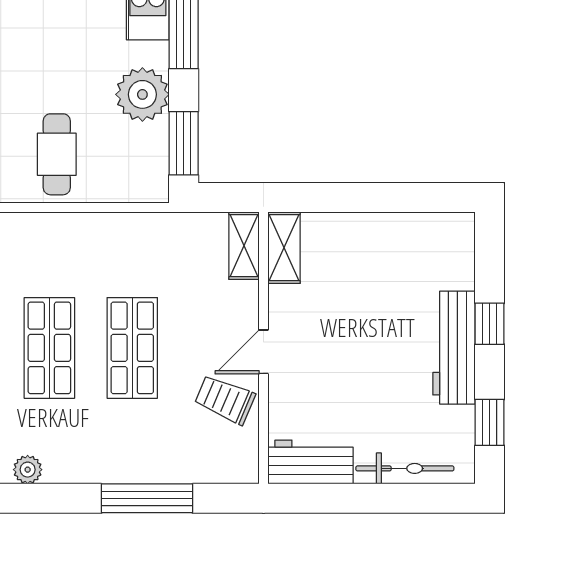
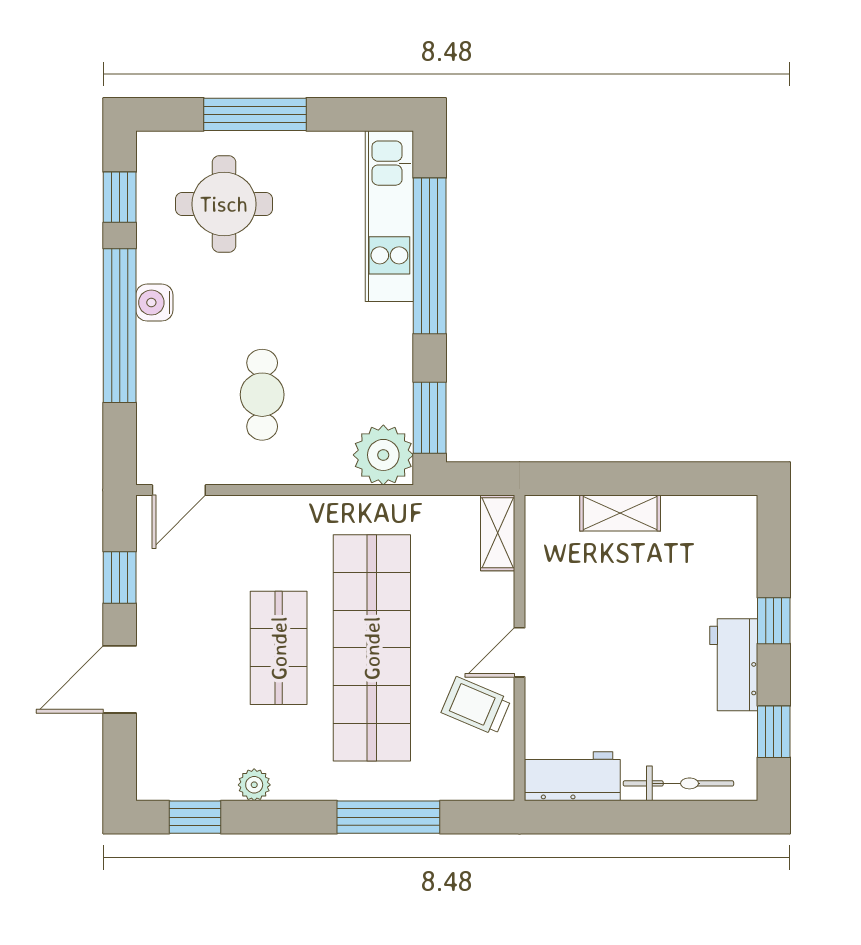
plant: (142, 94) -> (383, 455), moved
cafe table: (57, 154) -> (262, 395), moved
shelving: (284, 248) -> (620, 513), moved, turned 90
shop shelf: (132, 348) -> (372, 648), width x2.00, depth x1.36
workbench: (454, 348) -> (734, 665), width x0.73

